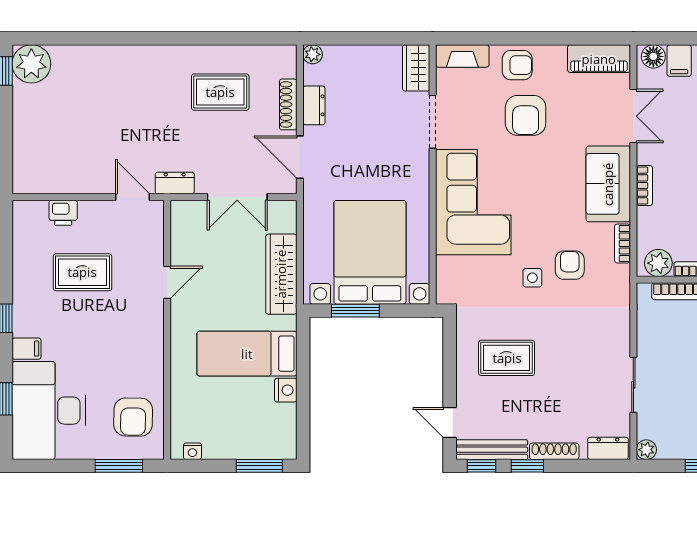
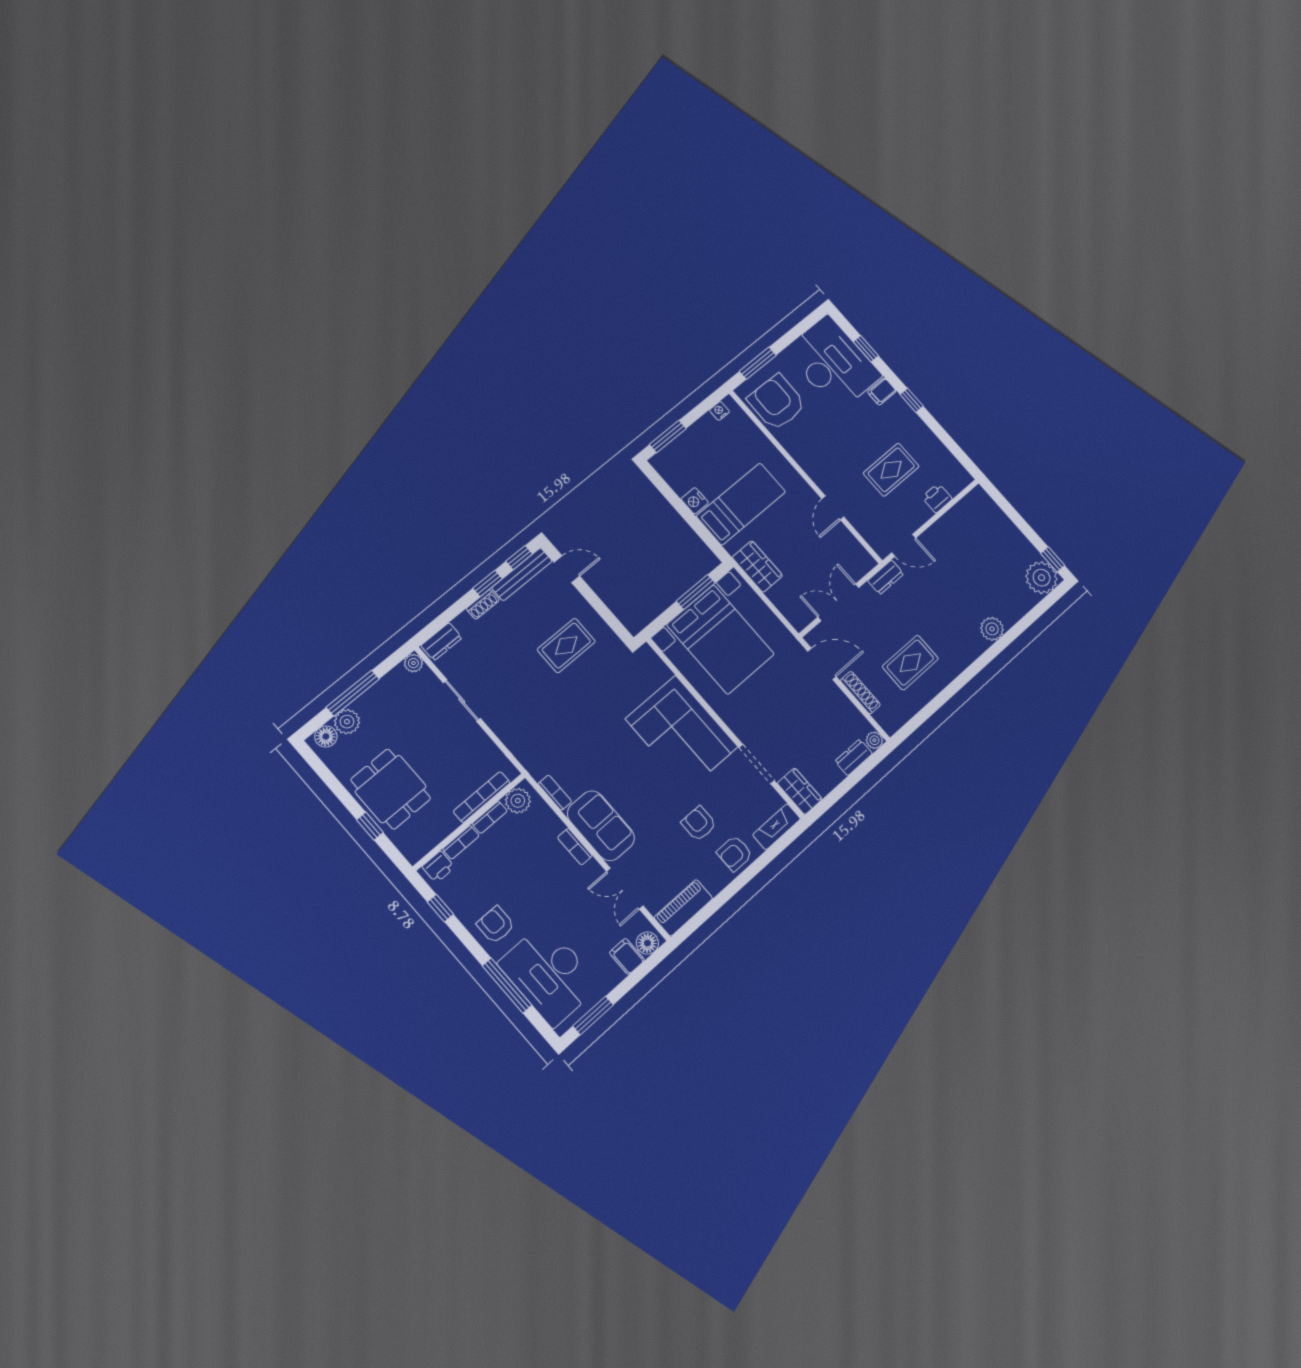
plant: (119, 58) -> (992, 629), added
dresser: (314, 105) -> (854, 757), moved, turned 90
armchair: (526, 115) -> (699, 824), width x0.72, depth x0.72
armchair: (570, 265) -> (578, 746), removed
wardrobe: (281, 274) -> (757, 566), width x0.67
side table: (532, 278) -> (596, 715), removed
armchair: (133, 417) -> (777, 402), width x1.36, depth x1.36
shoe rack: (554, 451) -> (483, 604), width x0.70

